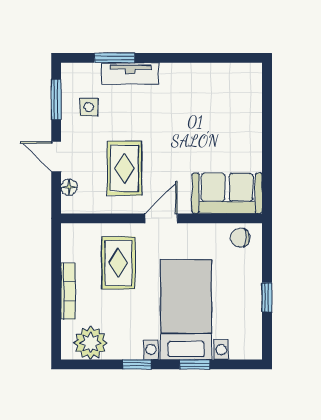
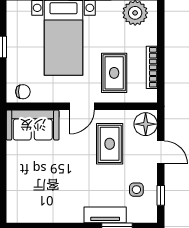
window: (56, 99) -> (161, 195), width x0.67
floor lamp: (69, 187) -> (146, 124), width x1.89, depth x1.89
bookcase: (68, 291) -> (152, 67), moved

